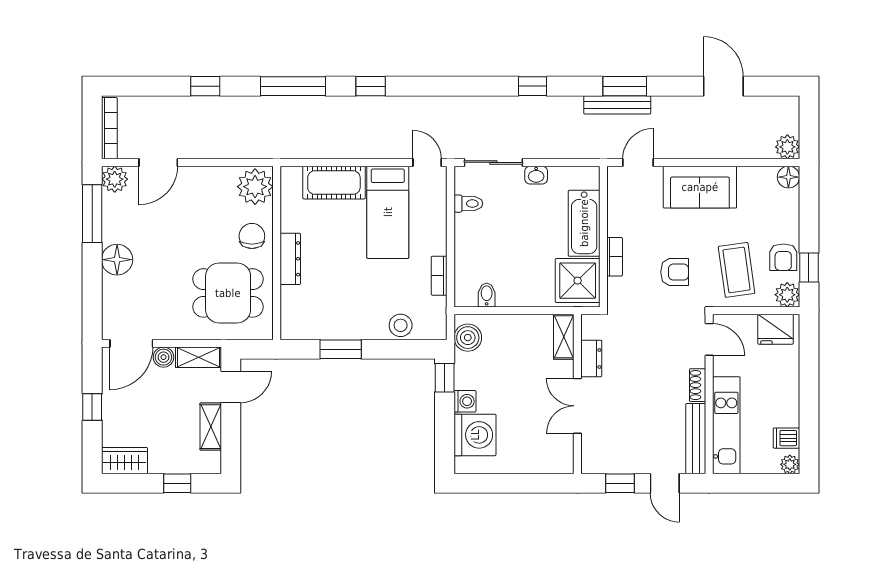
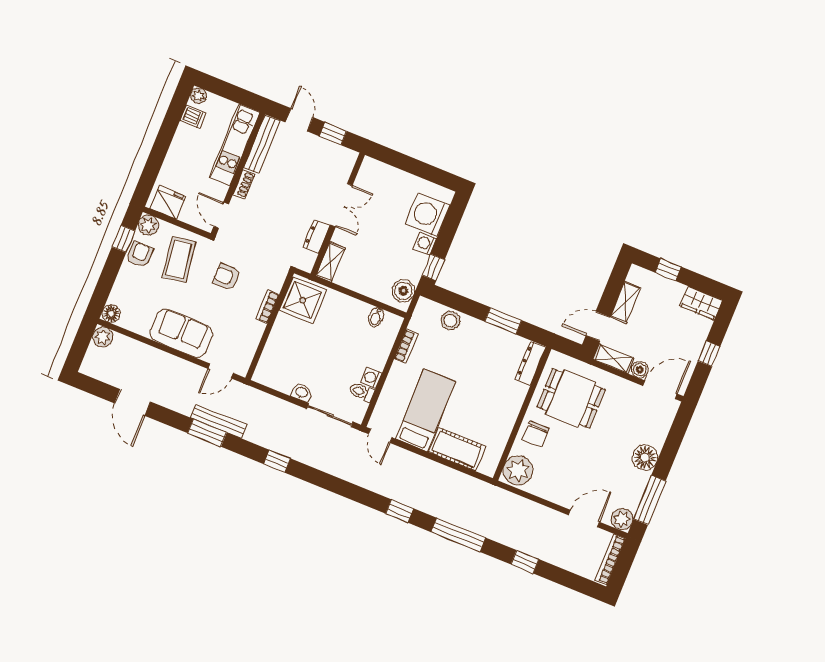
bathtub: (584, 223) -> (280, 342), removed
washing machine: (464, 224) -> (371, 378), added
dresser: (290, 259) -> (531, 363), moved

